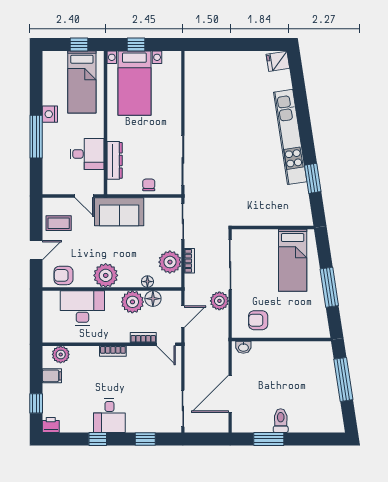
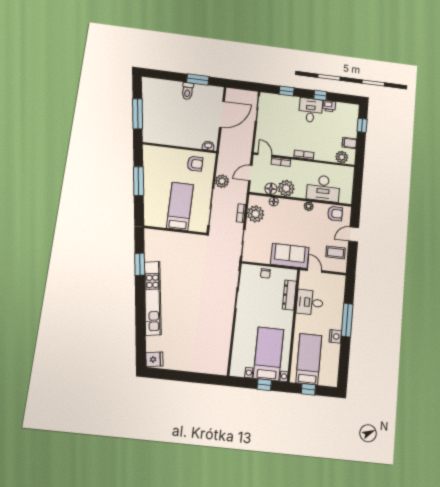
bed: (293, 260) -> (180, 206), moved
plant: (106, 275) -> (309, 206), width x0.53, depth x0.53
printer: (51, 425) -> (329, 106), moved

